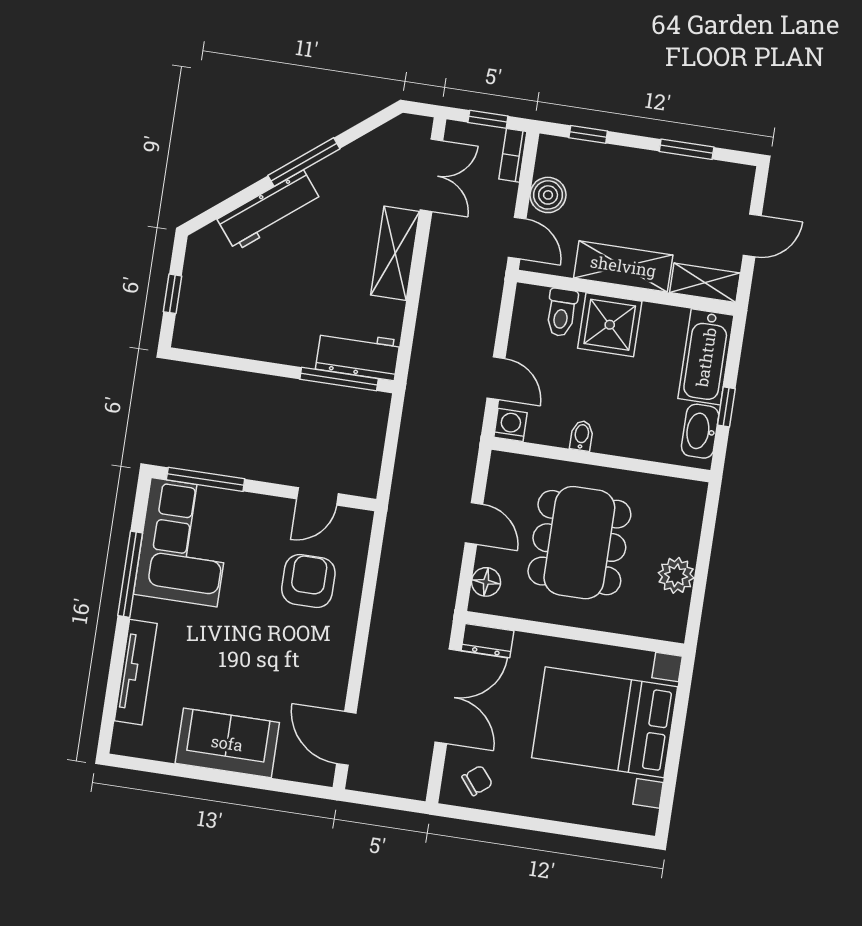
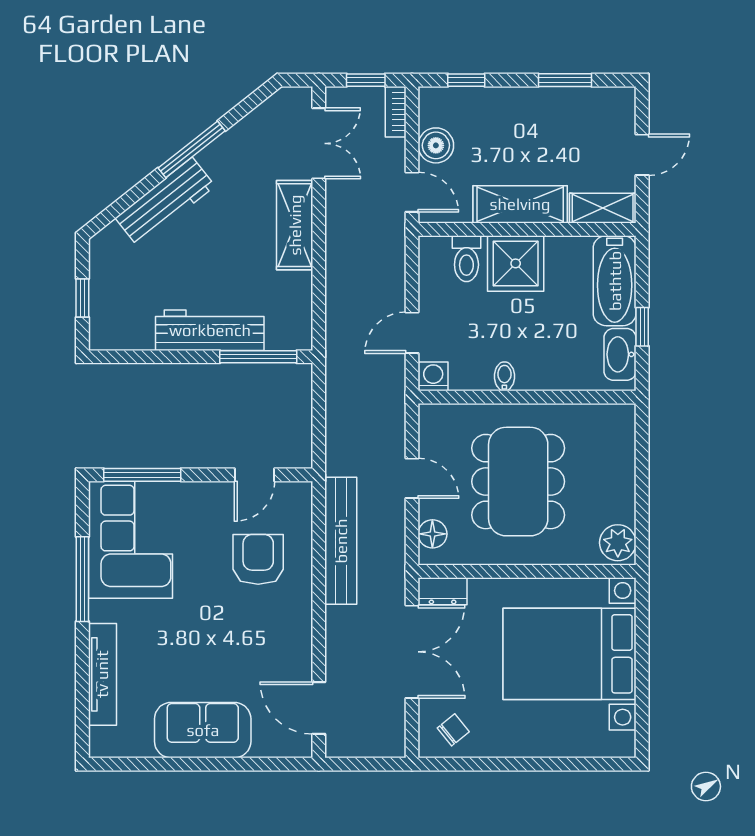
workbench: (358, 355) -> (210, 330), moved, width x1.37
door: (496, 378) -> (412, 333), swing flipped
bench: (394, 575) -> (341, 541), added
plant: (676, 575) -> (618, 543), moved

